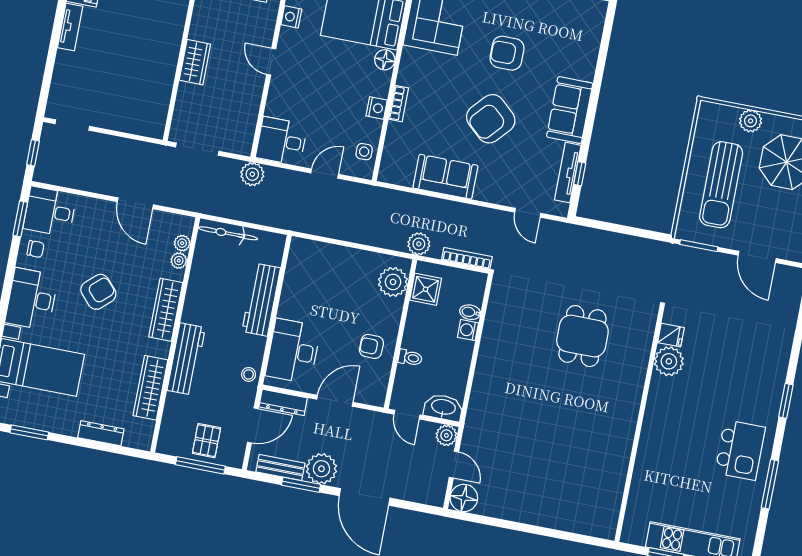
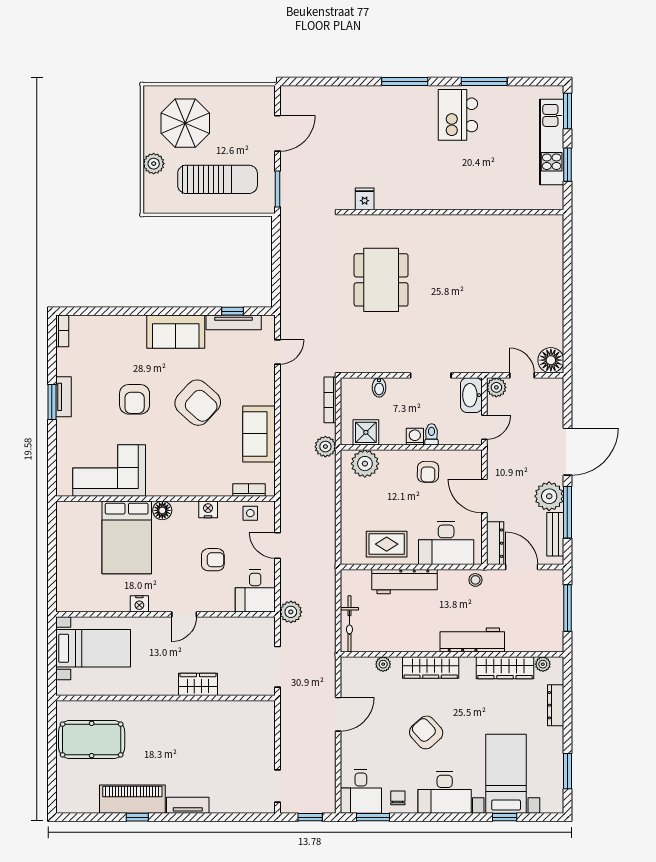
armchair: (323, 103) -> (213, 560), added
bookcase: (399, 104) -> (249, 490), moved
plant: (182, 243) -> (543, 664), moved
rug: (304, 288) -> (387, 544), added
washing machine: (468, 330) -> (415, 437), moved, turned 180
dining table: (582, 336) -> (381, 280), width x1.38
plant: (669, 361) -> (389, 196), removed
doorway: (472, 369) -> (431, 375), added
window: (786, 401) -> (405, 82), width x1.44
pallet: (206, 441) -> (544, 607), removed
kitchen island: (740, 450) -> (458, 115), turned -90
door: (454, 465) -> (522, 375), hinge flipped
window: (301, 485) -> (567, 512), width x1.44

